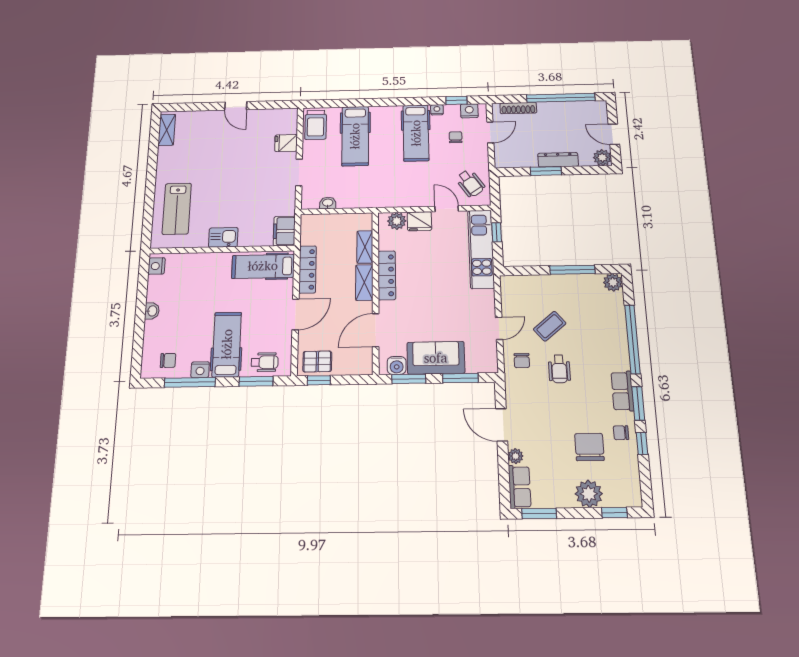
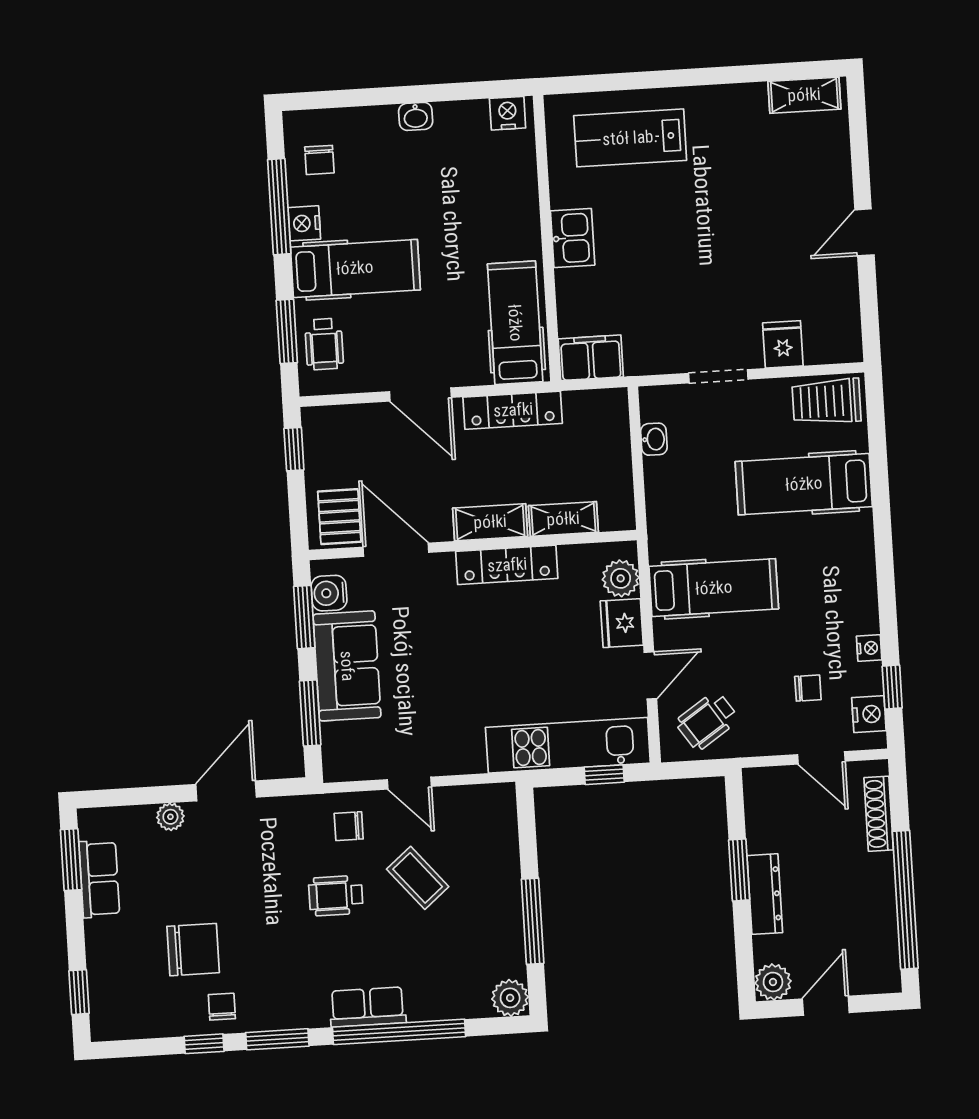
hospital bed: (416, 133) -> (714, 588), moved, turned 180
pallet: (317, 362) -> (339, 517), moved
row of seats: (622, 391) -> (368, 1007), moved
row of seats: (520, 487) -> (99, 879), moved, turned -90
plant: (589, 494) -> (110, 947), removed

